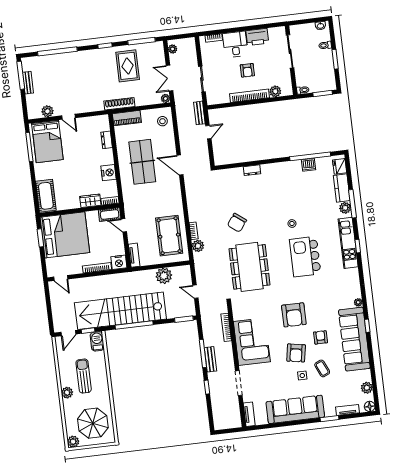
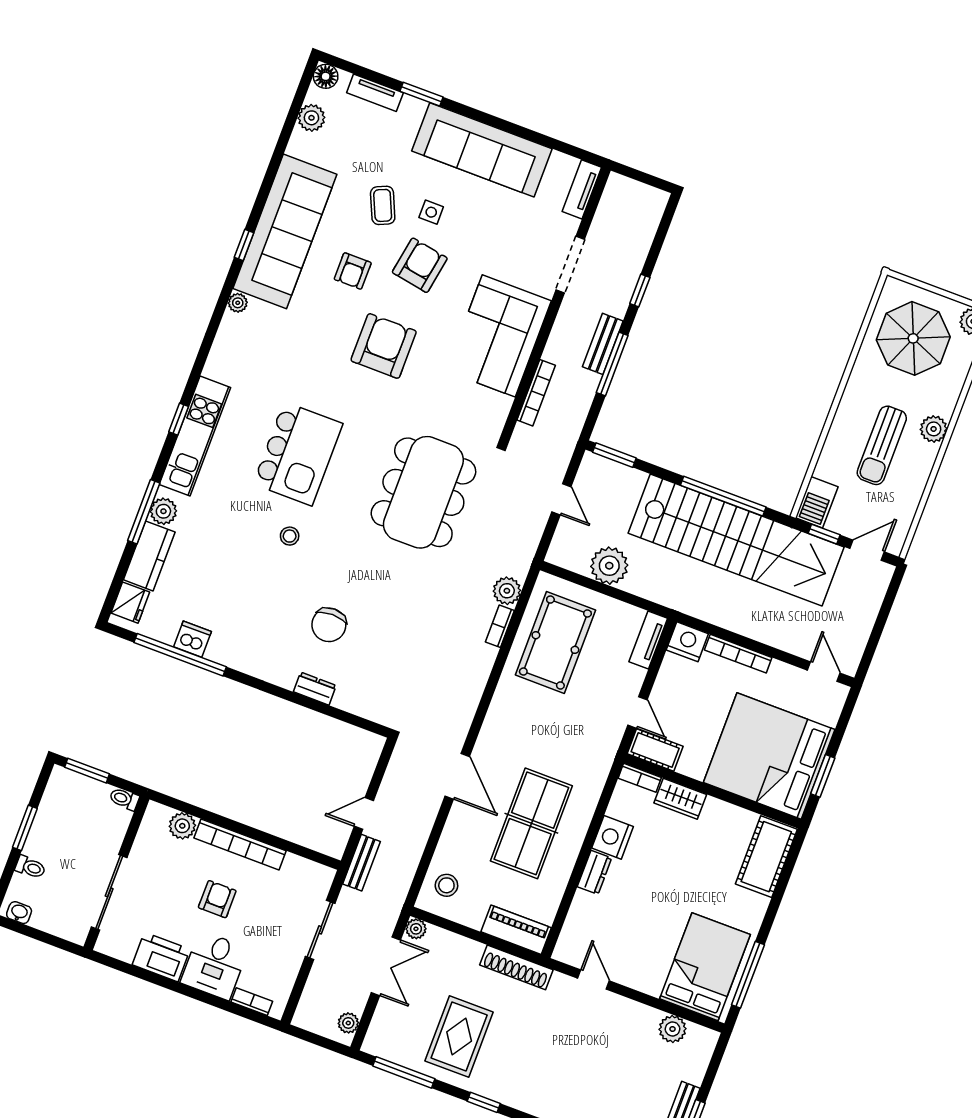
door: (69, 117) -> (594, 980), moved
dresser: (107, 140) -> (594, 872), moved
chair: (237, 223) -> (329, 625), moved, turned 143

